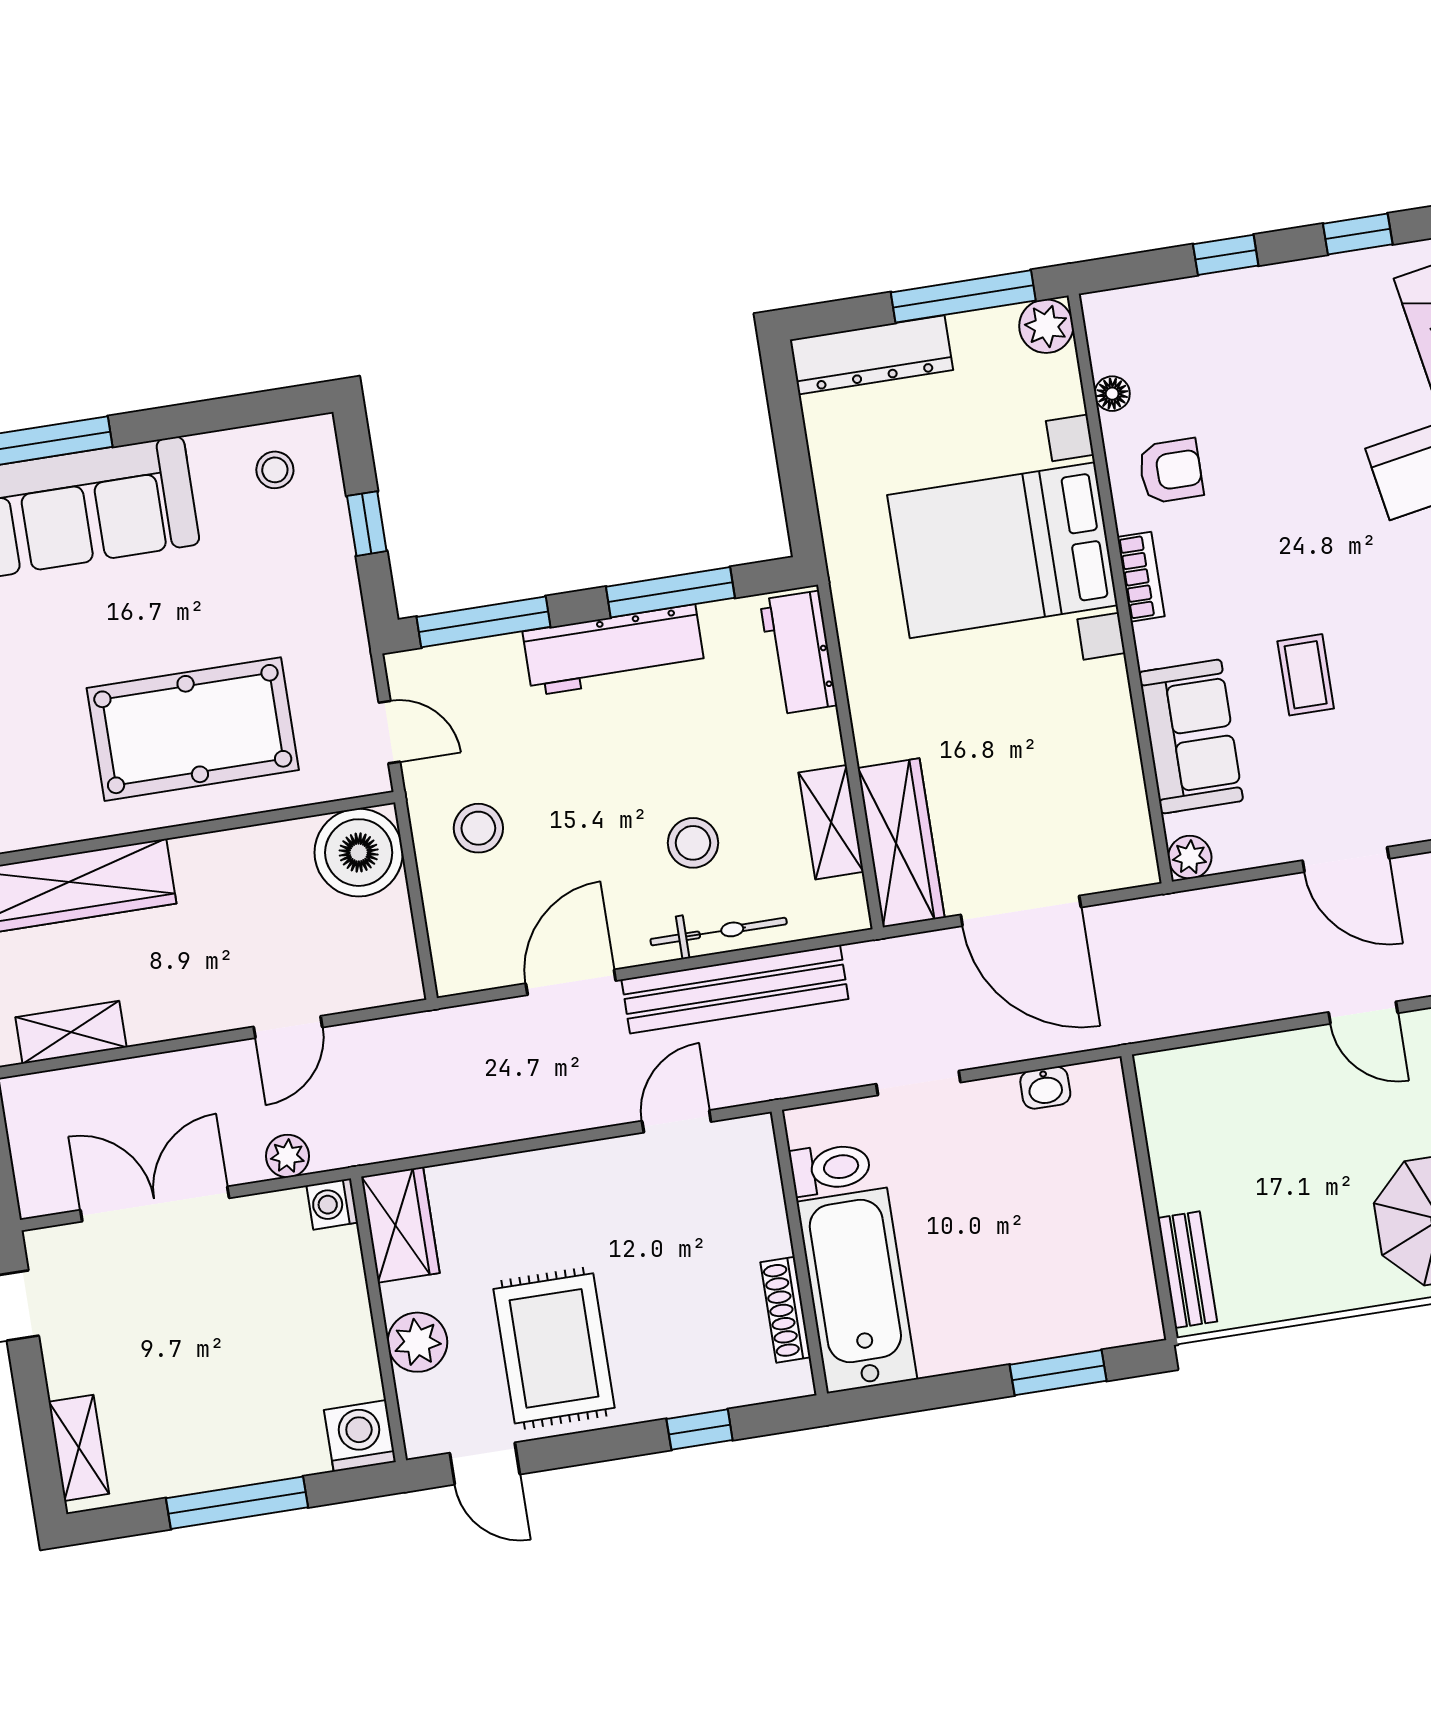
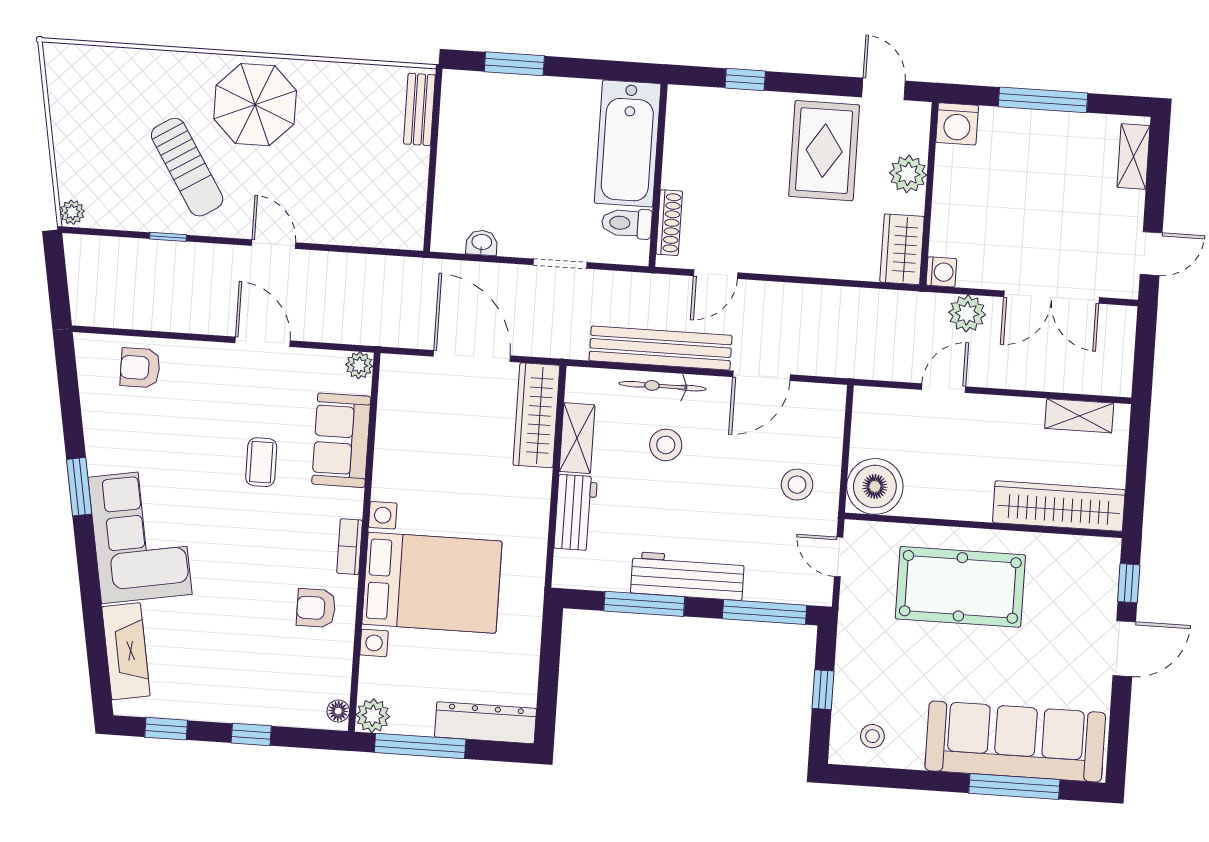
floor lamp: (1112, 394) -> (338, 711), moved
workbench: (798, 653) -> (576, 513), moved
plant: (287, 1156) -> (967, 313), width x1.38, depth x1.38
shoe rack: (786, 1310) -> (669, 223), moved

